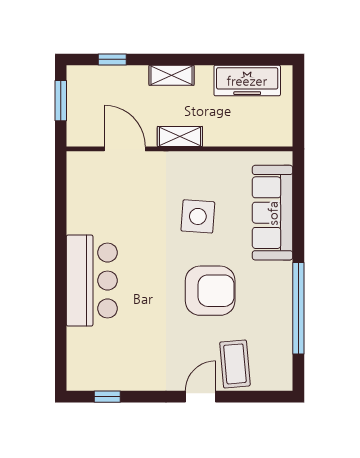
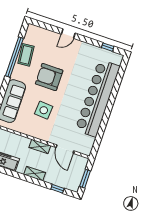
bar counter: (92, 281) -> (98, 98), width x1.86
coffee table: (235, 364) -> (26, 55), moved

